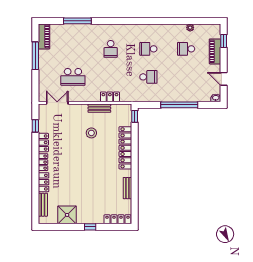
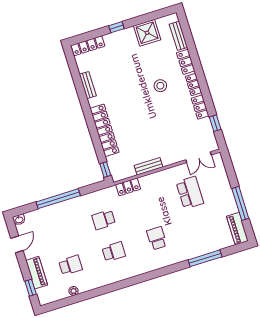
school desk: (73, 77) -> (190, 193), turned 90
door: (224, 79) -> (17, 244), hinge flipped
locker: (110, 97) -> (128, 187), moved
stool: (91, 133) -> (160, 86), moved

